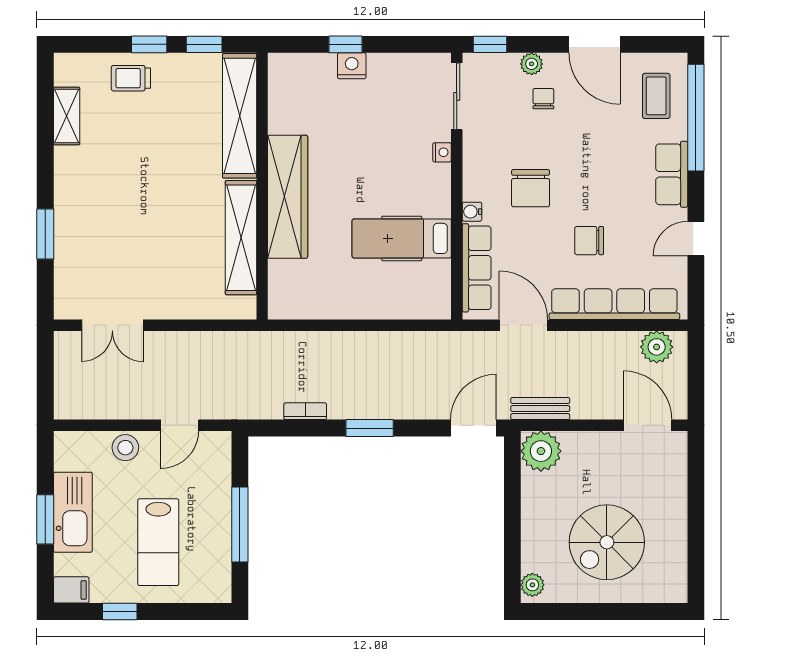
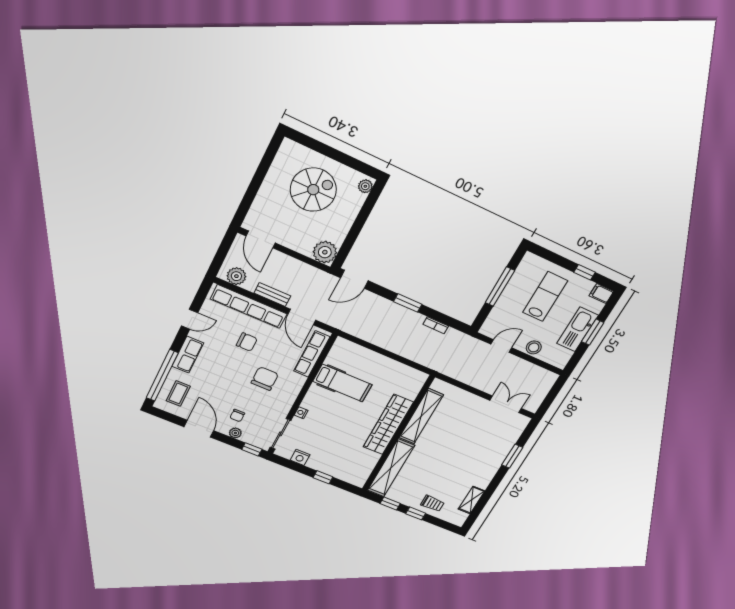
nightstand: (352, 66) -> (300, 457), moved
water cooler: (472, 212) -> (300, 380), removed
bench: (540, 409) -> (272, 295), moved

